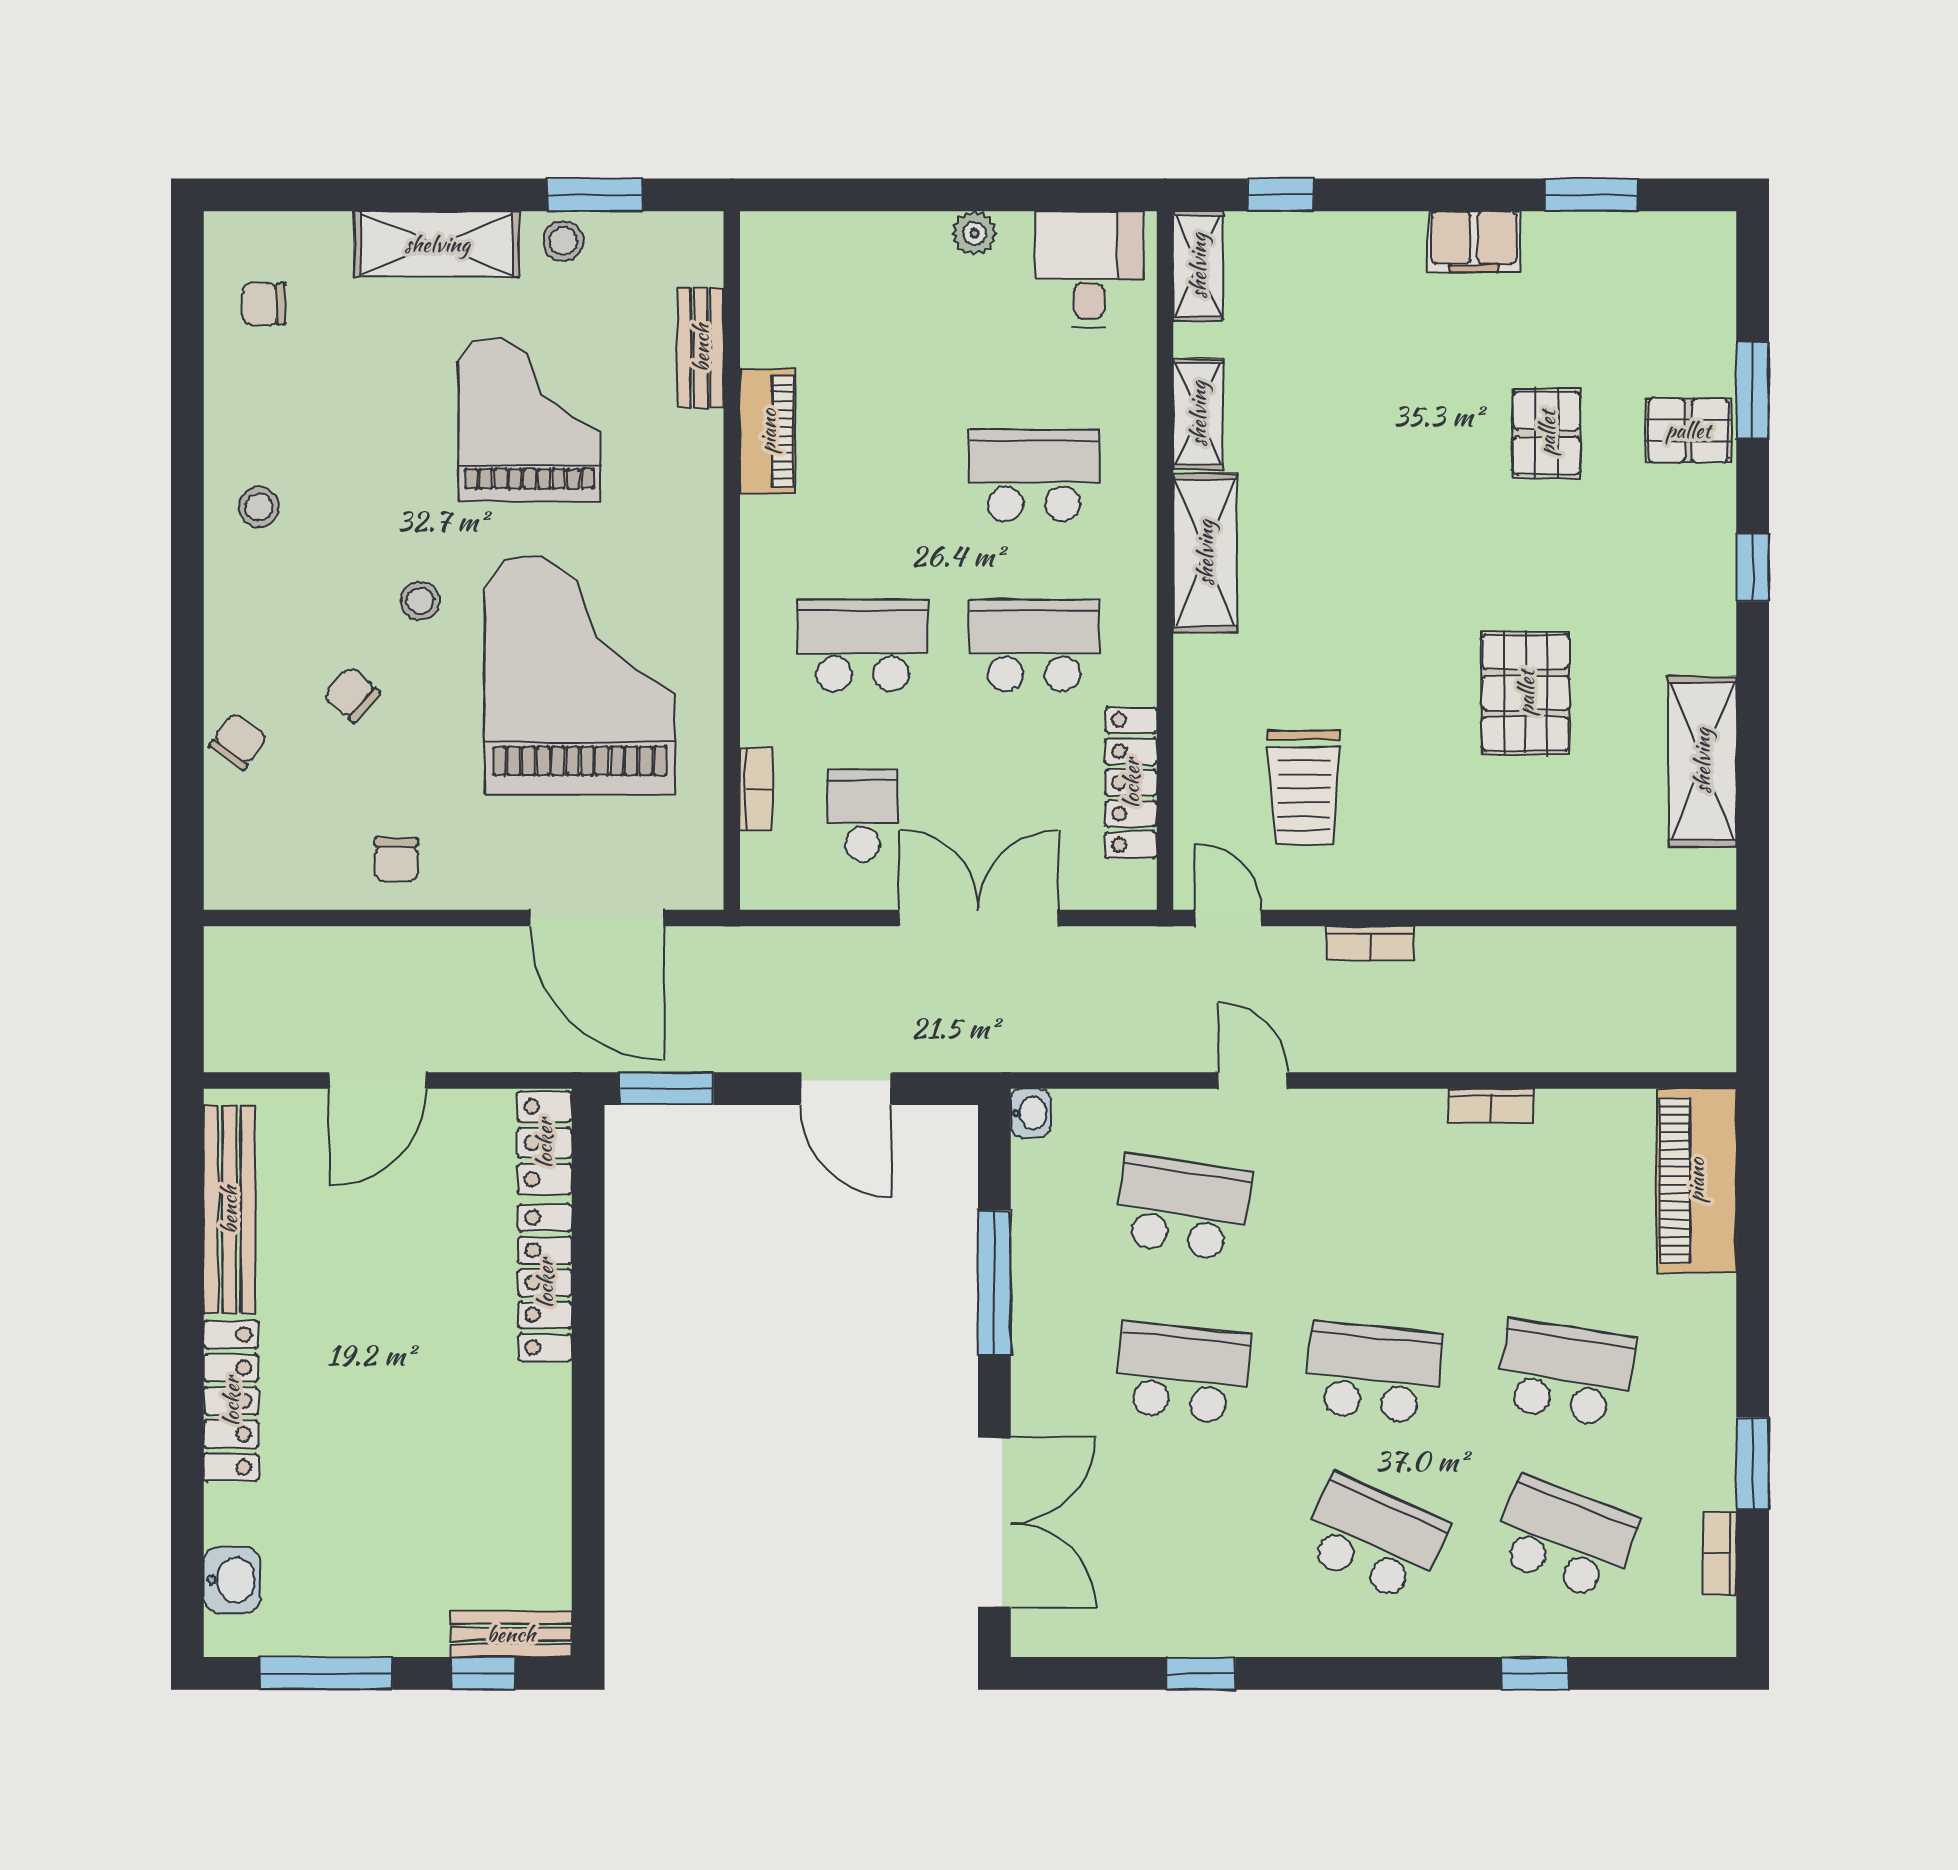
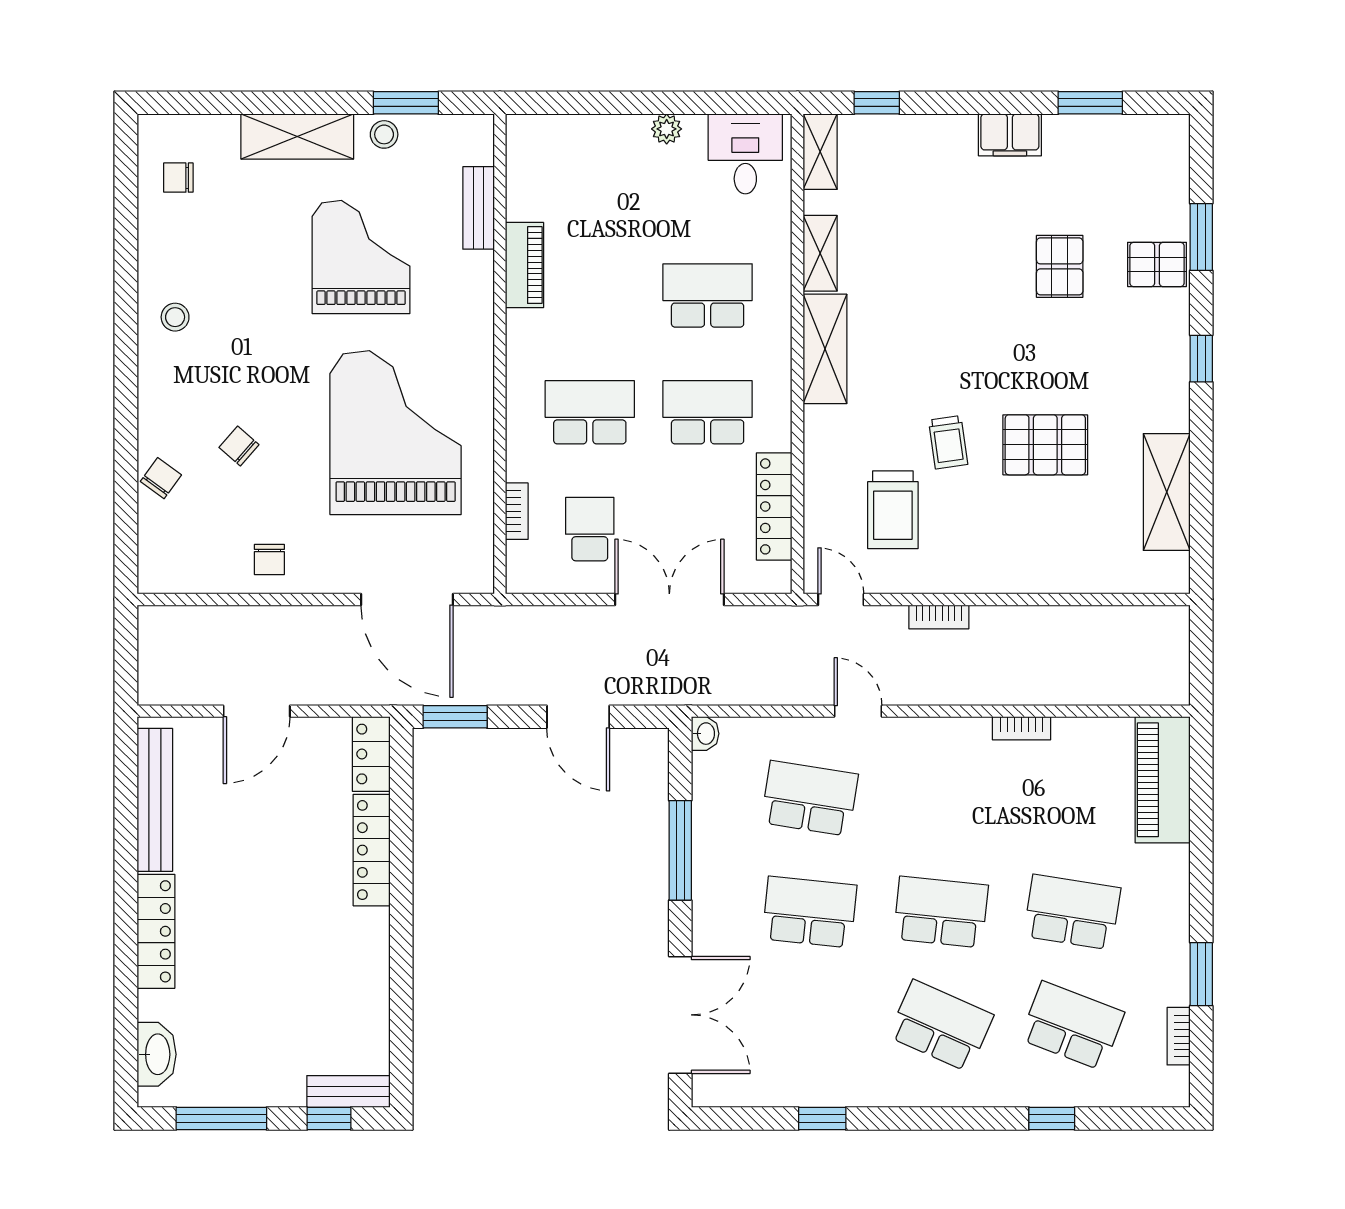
stool: (420, 601) -> (286, 382), removed
trolley: (1384, 689) -> (948, 442), added
pallet: (1526, 693) -> (1045, 445), turned 90
washbasin: (232, 1580) -> (157, 1054), width x1.38

